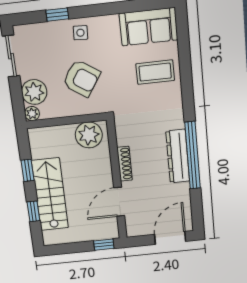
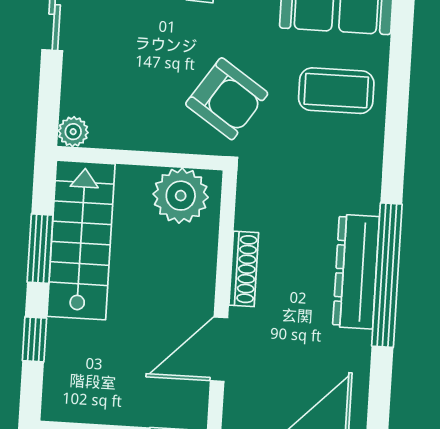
armchair: (81, 78) -> (227, 99), moved
plant: (34, 92) -> (86, 89), removed
window: (27, 170) -> (40, 249), width x1.50
stairs: (50, 194) -> (81, 240), moved

